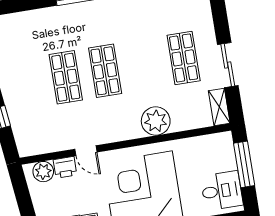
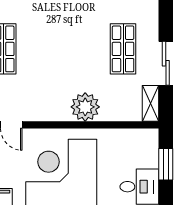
shop shelf: (105, 71) -> (43, 49), removed
window: (244, 164) -> (166, 164), width x0.69

